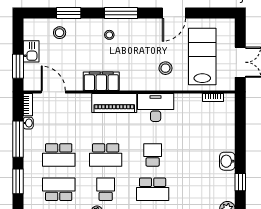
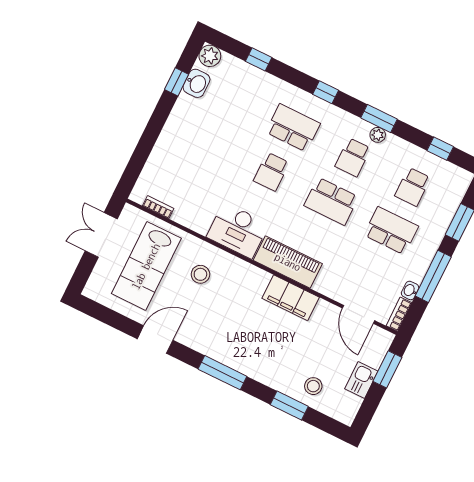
stool: (109, 35) -> (251, 352), removed
school desk: (106, 155) -> (331, 201), turned 180
washbasin: (227, 161) -> (196, 83), moved
school desk: (59, 189) -> (413, 187), width x0.54

